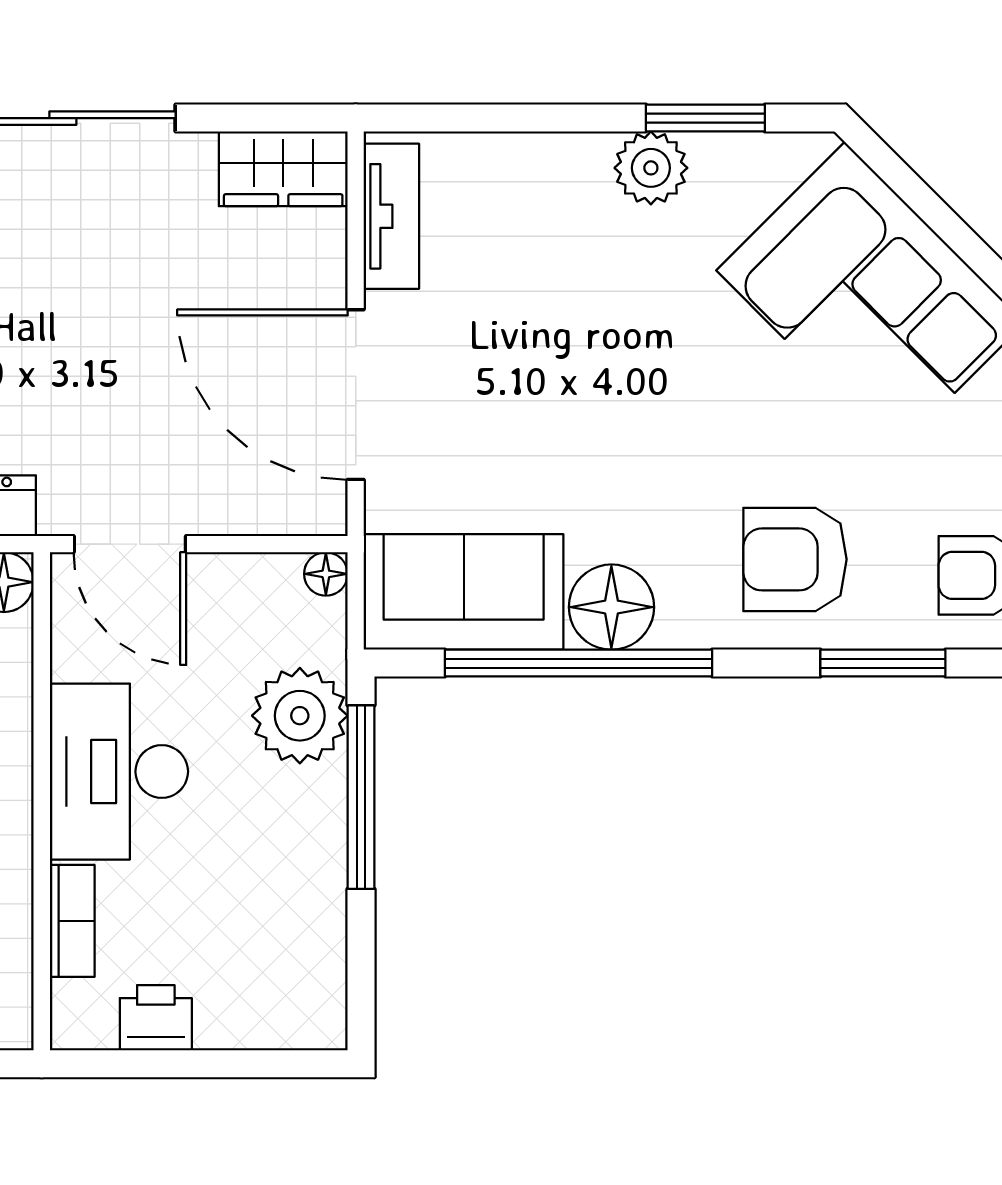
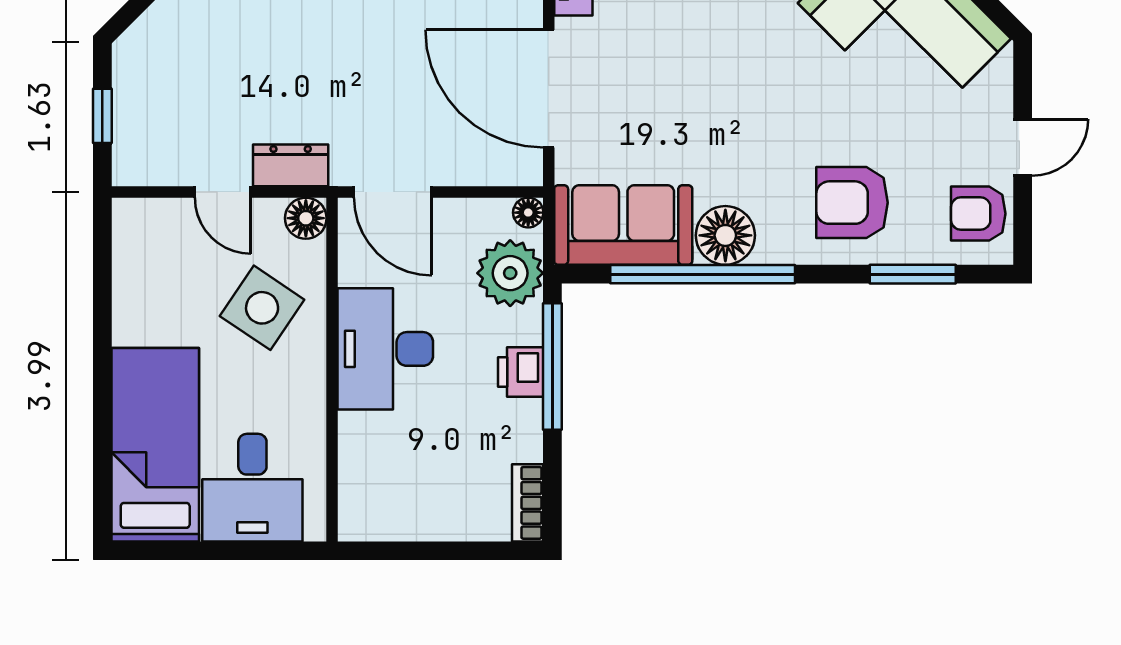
plant: (300, 716) -> (510, 273), moved
bookcase: (72, 921) -> (528, 503), moved, turned 180
printer: (156, 1018) -> (521, 372), moved, turned -90

